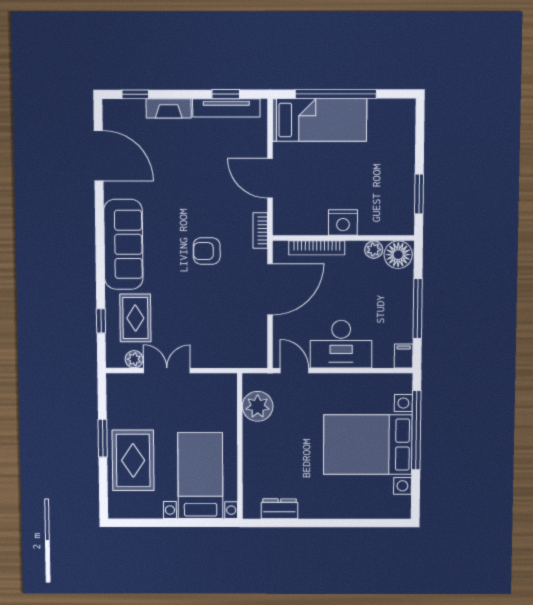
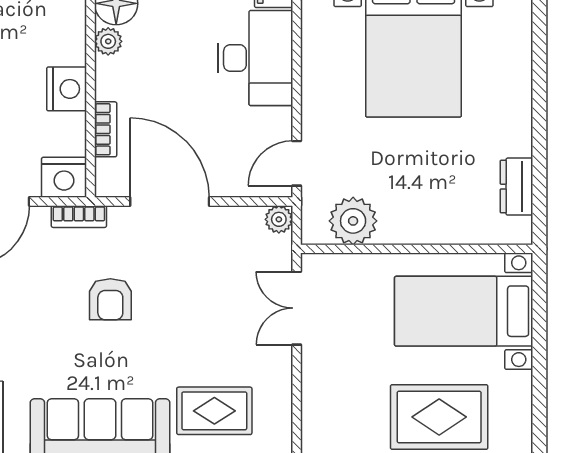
nightstand: (286, 221) -> (64, 177), added
bookcase: (317, 248) -> (106, 129), width x0.64
desk: (341, 344) -> (255, 58), moved
plant: (134, 359) -> (279, 219), moved
double door: (167, 371) -> (297, 308), moved

